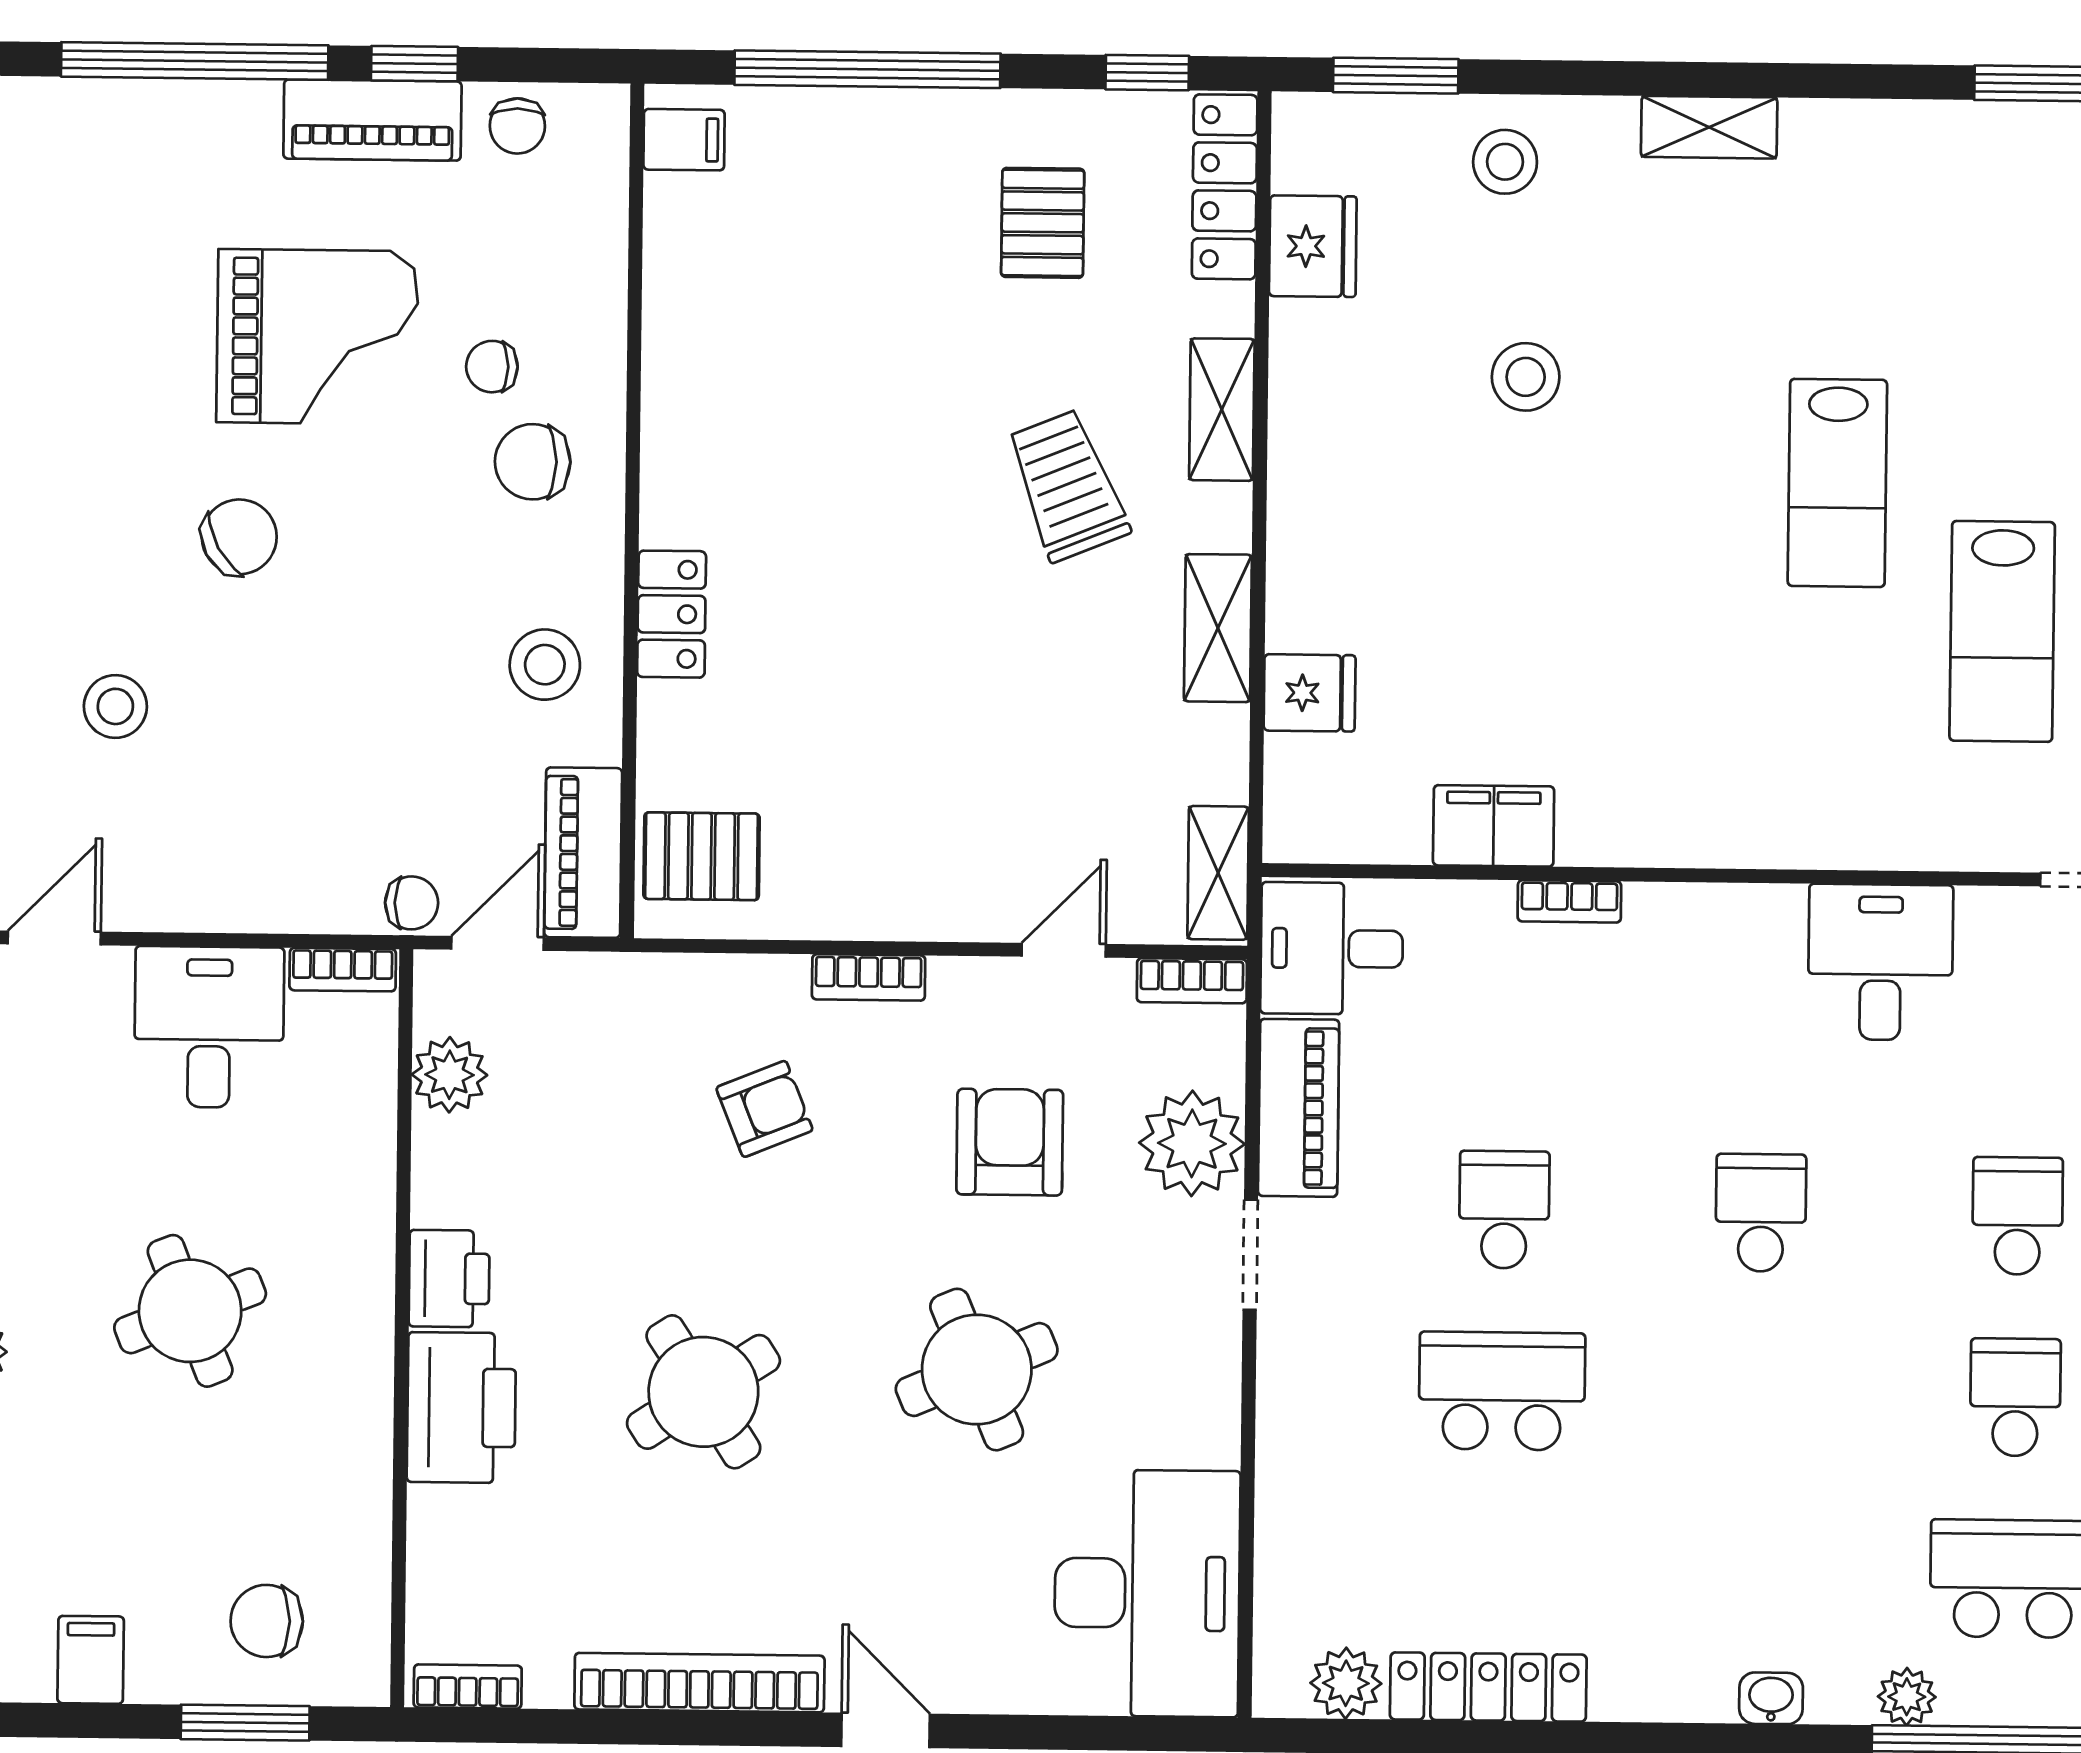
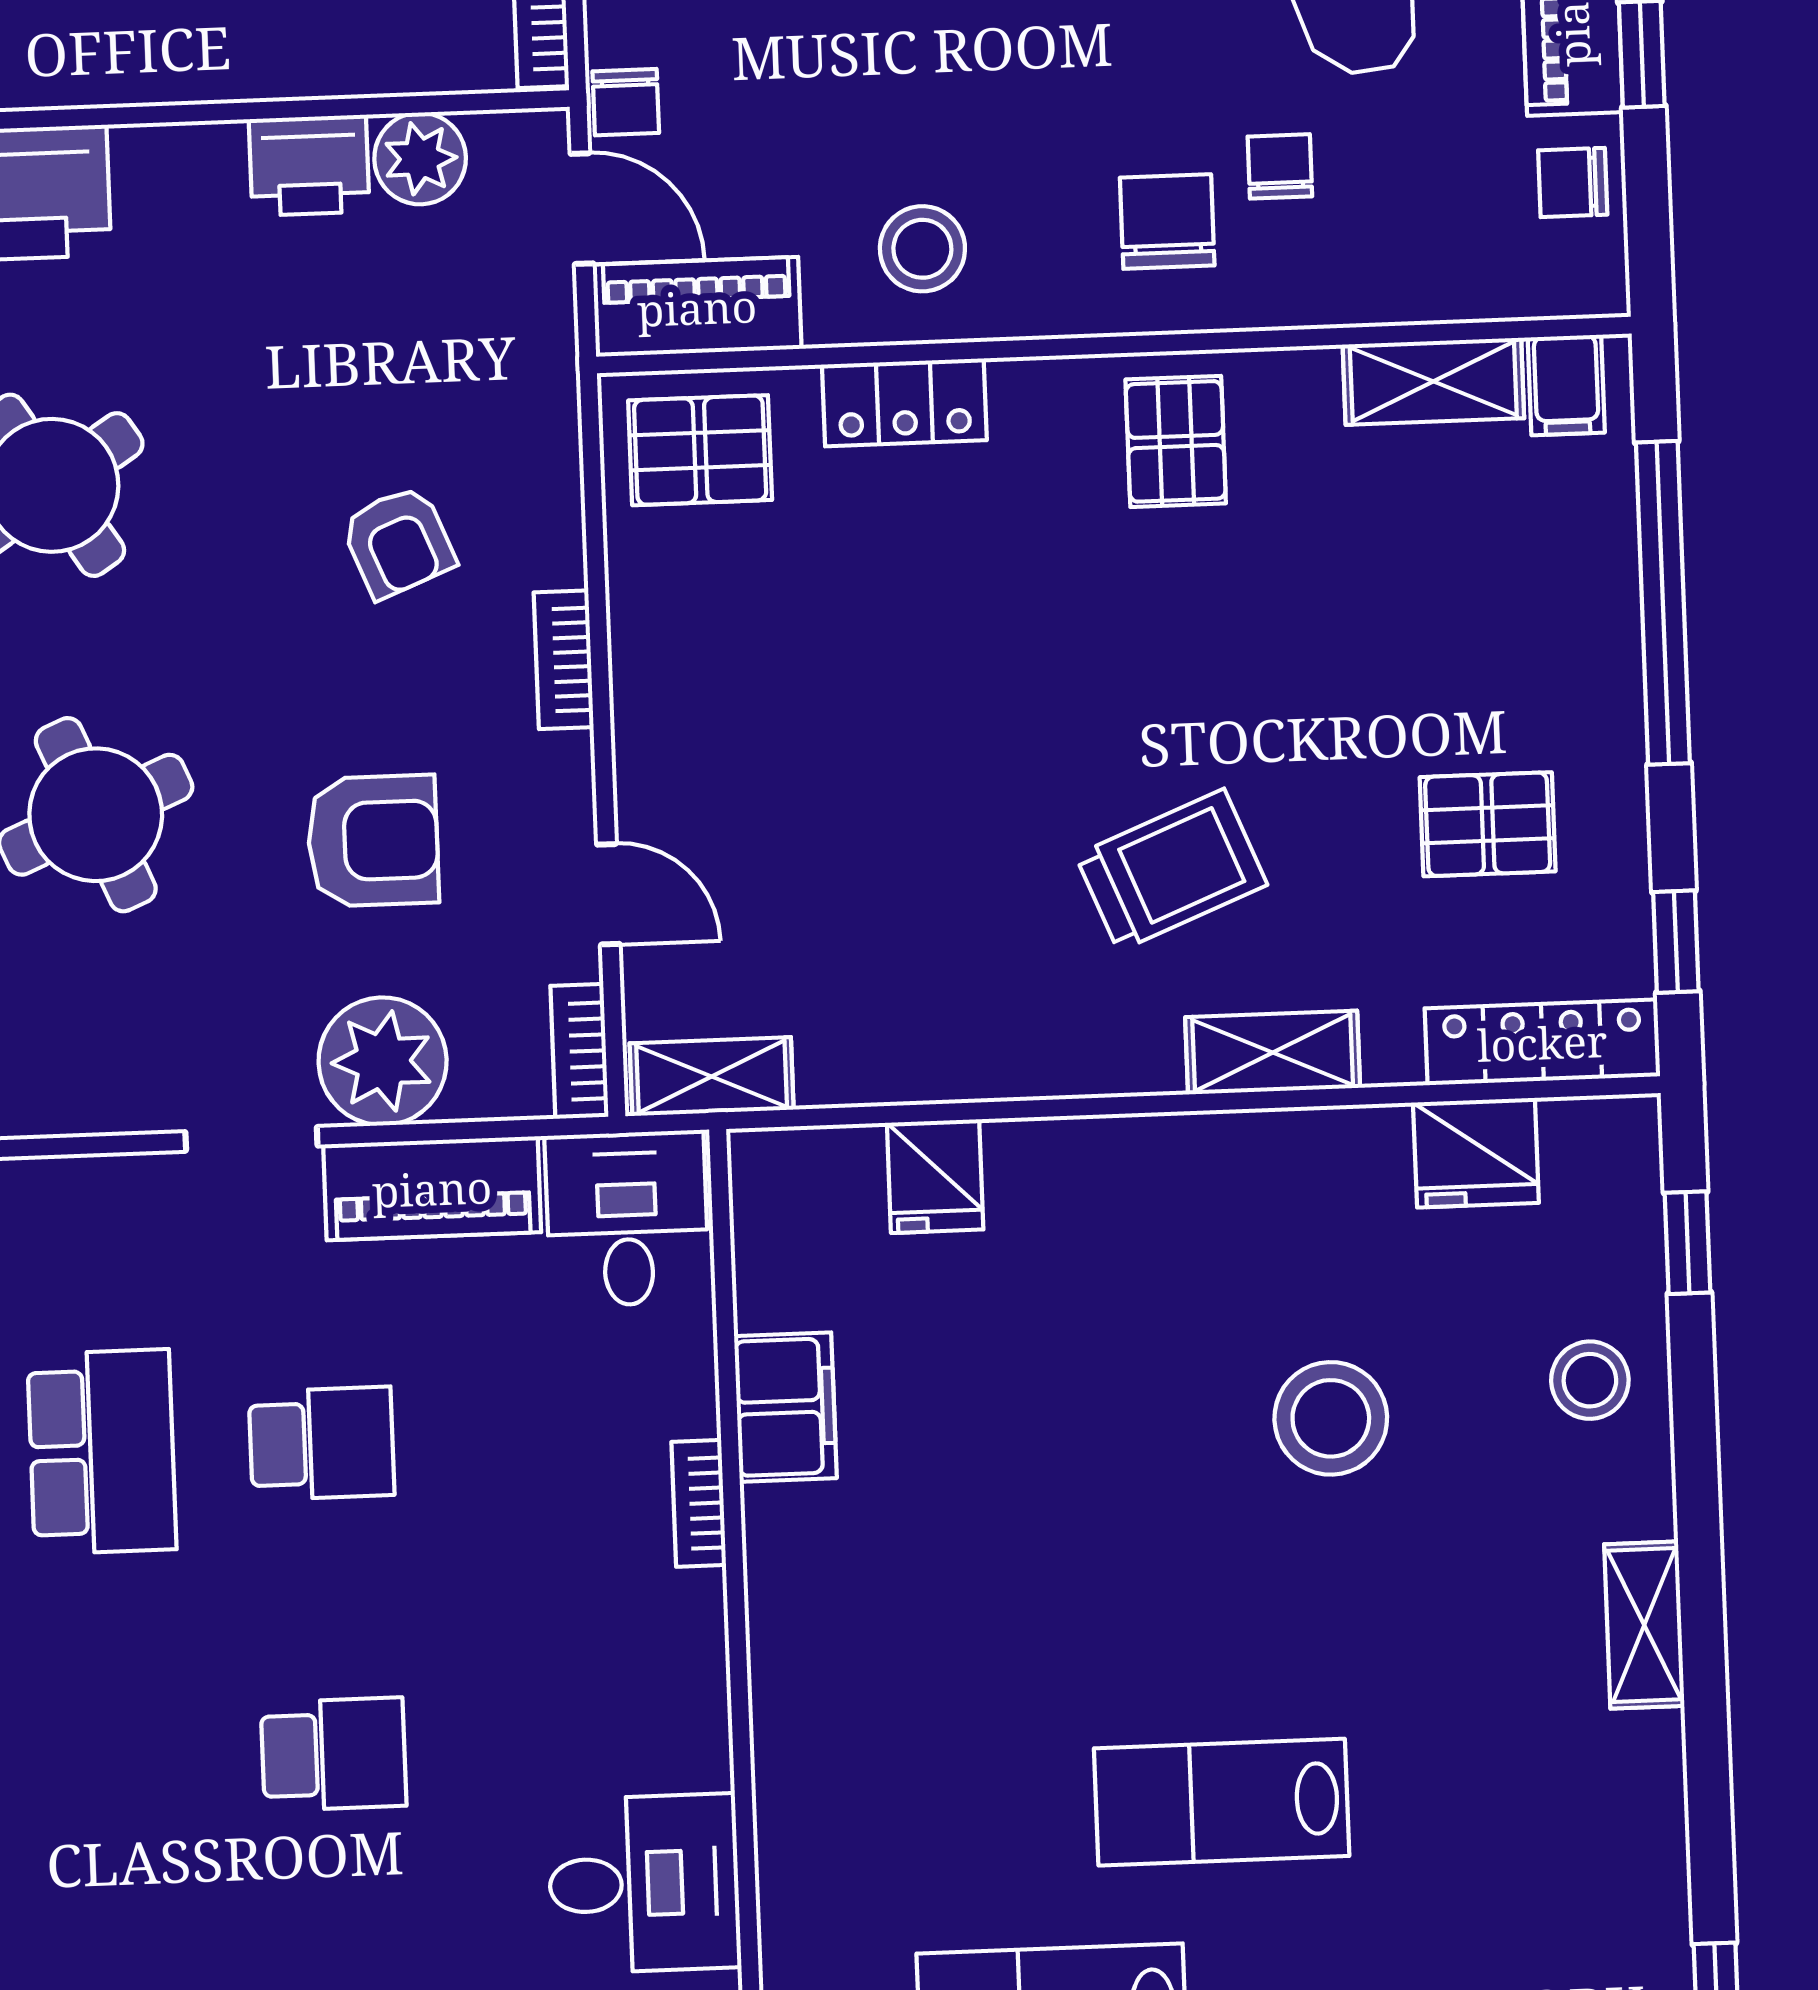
window: (1396, 76) -> (1687, 1243), width x0.67
stool: (1526, 377) -> (1331, 1418), width x1.38, depth x1.38
pallet: (714, 464) -> (1176, 441), added
locker: (672, 614) -> (904, 402), moved
shelving: (1218, 628) -> (1433, 381), moved
pallet: (702, 856) -> (700, 450), turned 90
printer: (449, 1279) -> (309, 165), moved

